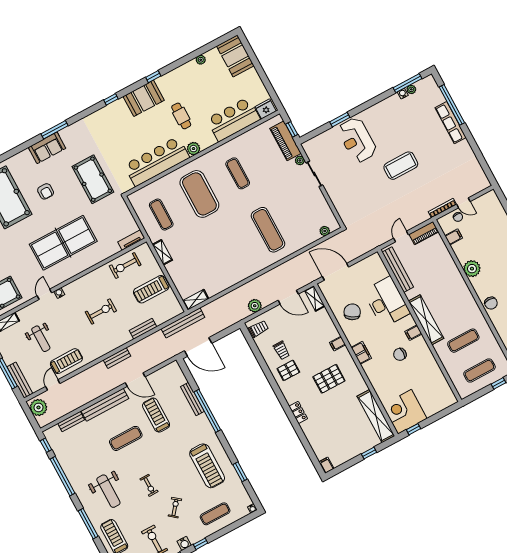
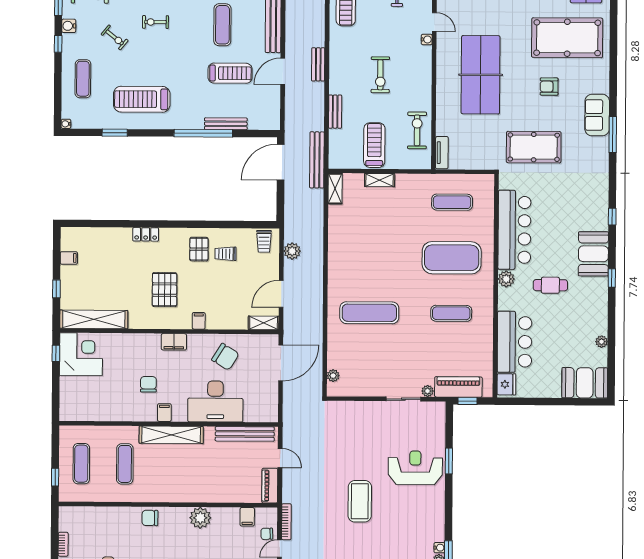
shelving: (162, 252) -> (380, 180), moved
filing cabinet: (326, 465) -> (69, 258), moved

